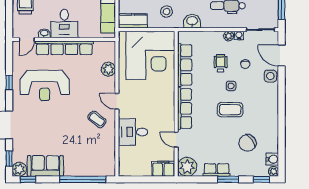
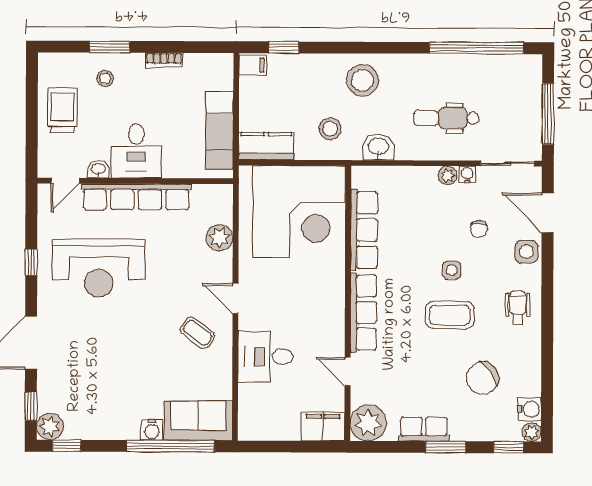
wheelchair: (221, 63) -> (518, 308), moved
sofa: (45, 166) -> (198, 421), moved
water cooler: (73, 171) -> (152, 430), added

